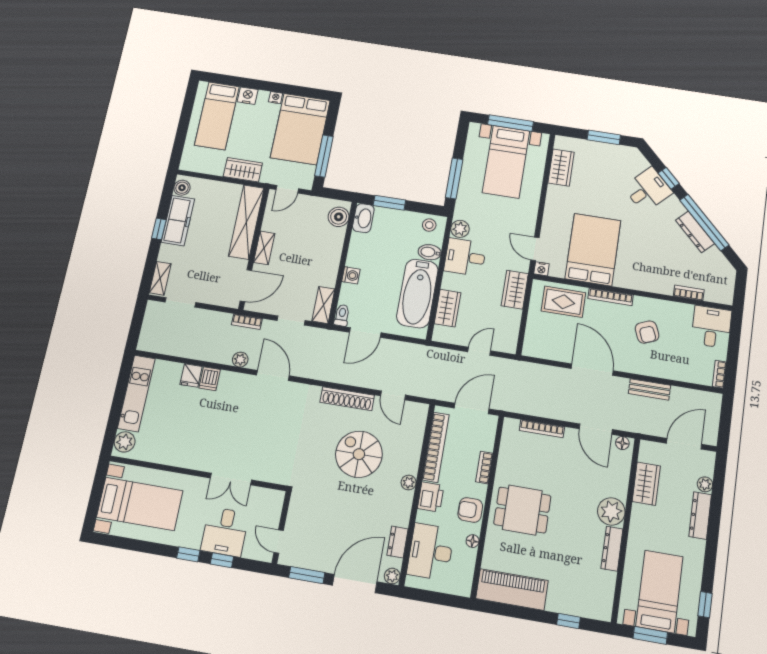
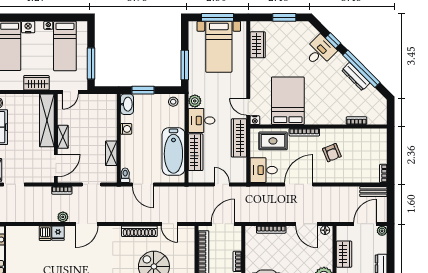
bed: (300, 129) -> (65, 46), width x0.67
boiler: (339, 217) -> (110, 106), removed
bidet: (430, 252) -> (177, 121), removed
washing machine: (351, 275) -> (126, 129), moved
wardrobe: (515, 290) -> (239, 138), width x1.50
shelving: (323, 305) -> (111, 153), moved
wardrobe: (448, 308) -> (196, 152), width x1.50
desk: (711, 327) -> (264, 170), moved, turned -90
door: (365, 333) -> (143, 184), hinge flipped
door: (479, 351) -> (222, 184), hinge flipped
door: (592, 370) -> (299, 184), hinge flipped
fridge: (191, 375) -> (58, 233), moved
door: (273, 375) -> (87, 224), swing flipped
bench: (649, 389) -> (373, 191), moved
plant: (705, 484) -> (382, 231), moved

